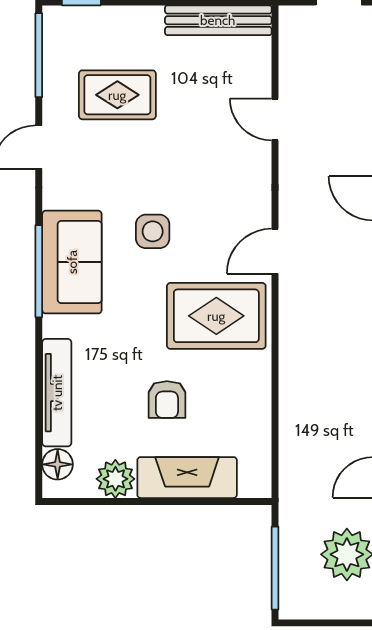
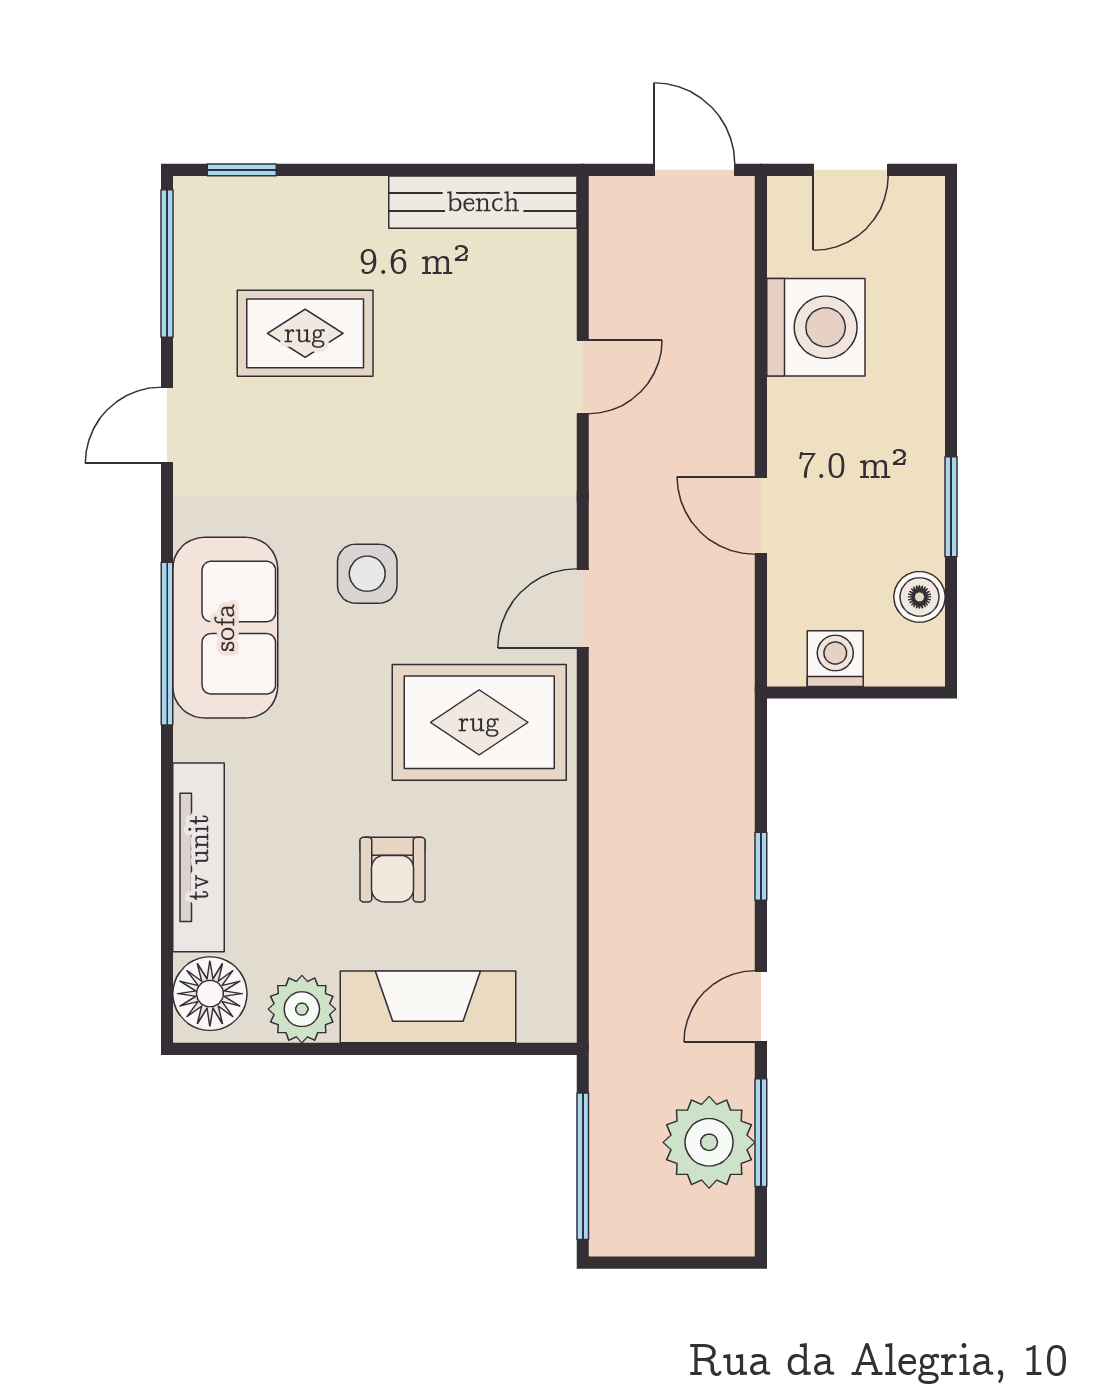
door: (275, 119) -> (583, 377), swing flipped
floor lamp: (58, 464) -> (210, 994), width x1.38, depth x1.38

